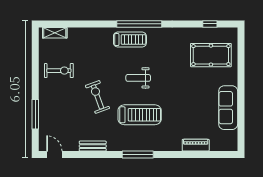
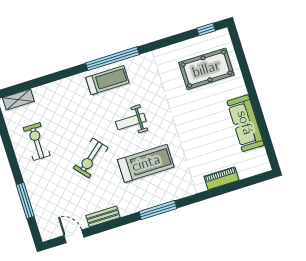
window: (210, 24) -> (206, 29), moved
exercise bike: (59, 71) -> (37, 142), turned -90
exercise bike: (97, 97) -> (91, 158), turned -110
door: (54, 155) -> (74, 236), moved

